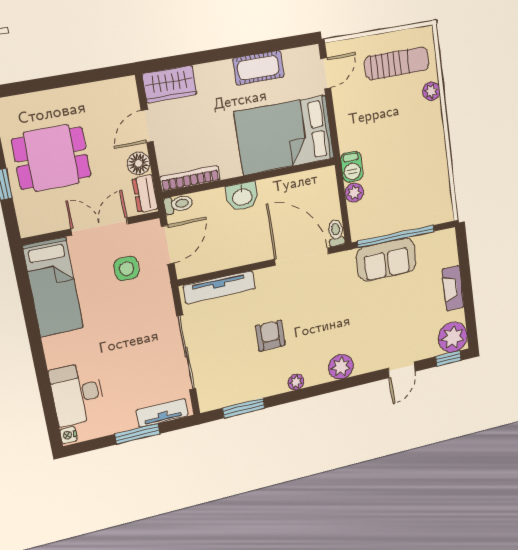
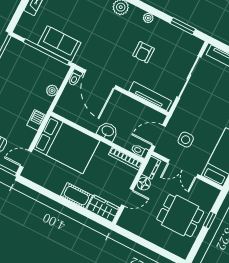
cot: (258, 68) -> (76, 196), moved
barbecue: (352, 167) -> (36, 120), moved

